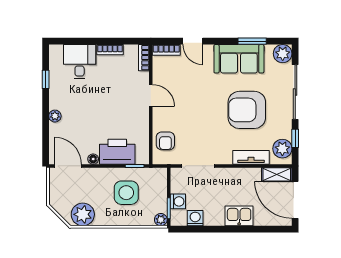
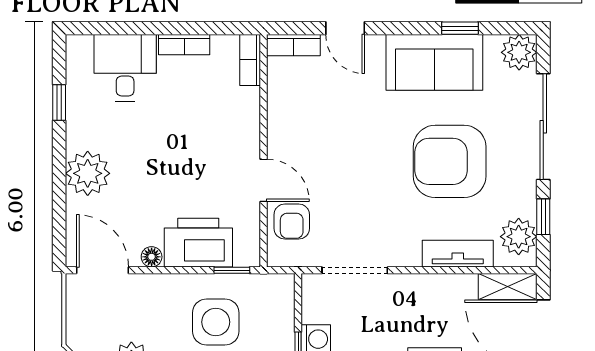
window: (252, 41) -> (460, 28), width x0.67
door: (151, 95) -> (263, 180), moved
plant: (55, 116) -> (88, 173), width x1.88, depth x1.88

